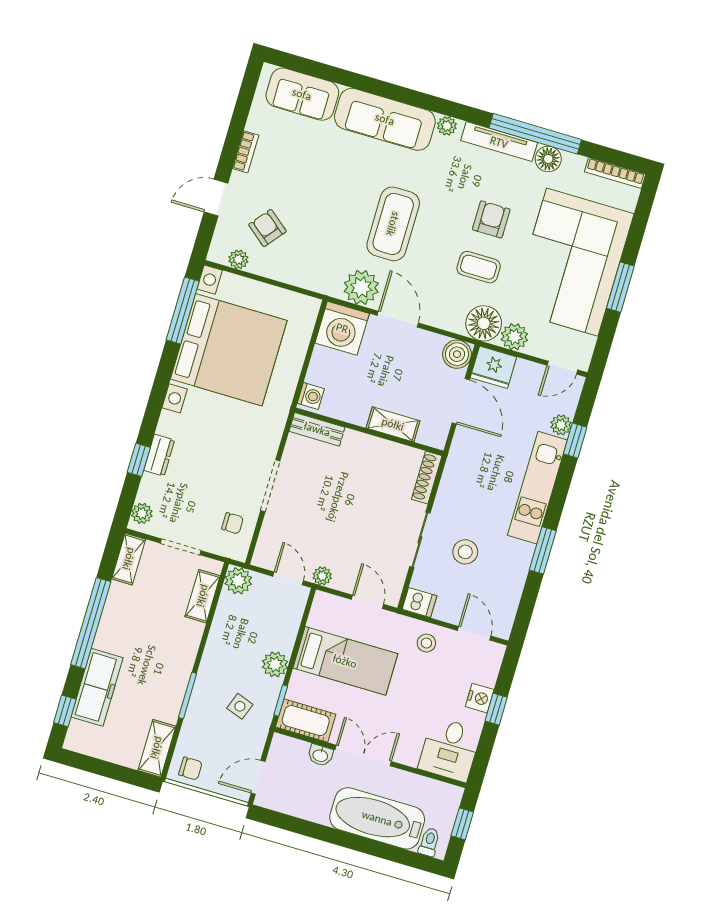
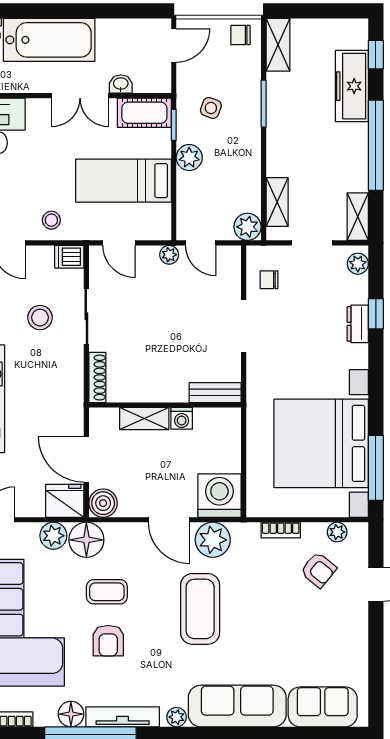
bookcase: (246, 152) -> (281, 530), moved, turned -90
washing machine: (311, 396) -> (182, 418), moved, turned -90

